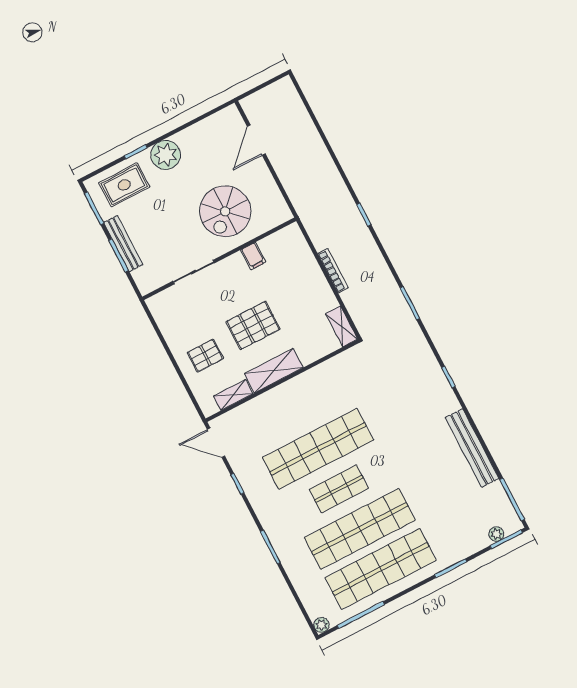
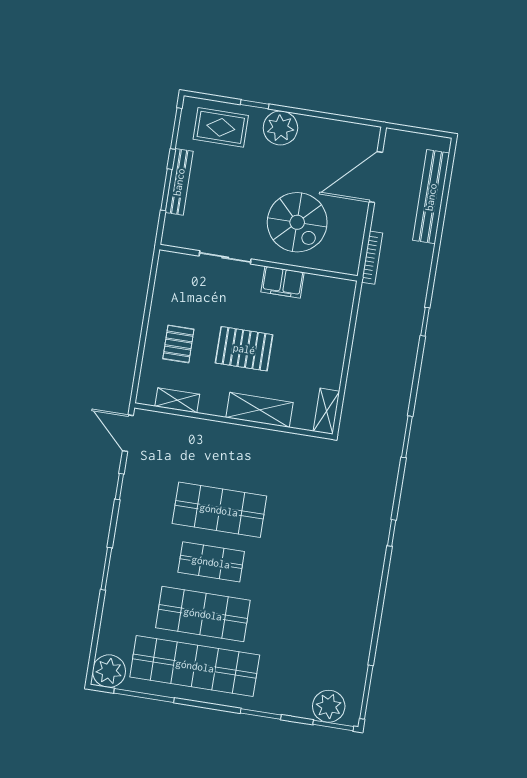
door: (256, 140) -> (376, 177), width x1.36
spiral stairs: (225, 211) -> (297, 222), turned -90
filing cabinet: (253, 256) -> (283, 282), width x2.00
bookcase: (333, 271) -> (372, 258), moved
pallet: (205, 356) -> (178, 344), turned 90
shelving: (274, 371) -> (259, 410), moved
bench: (472, 448) -> (431, 197), moved
shop shelf: (318, 449) -> (219, 510), width x0.71
shop shelf: (360, 529) -> (203, 614), width x0.71
plant: (496, 534) -> (329, 706), width x1.87, depth x1.87
plant: (321, 625) -> (109, 671), width x1.87, depth x1.87

